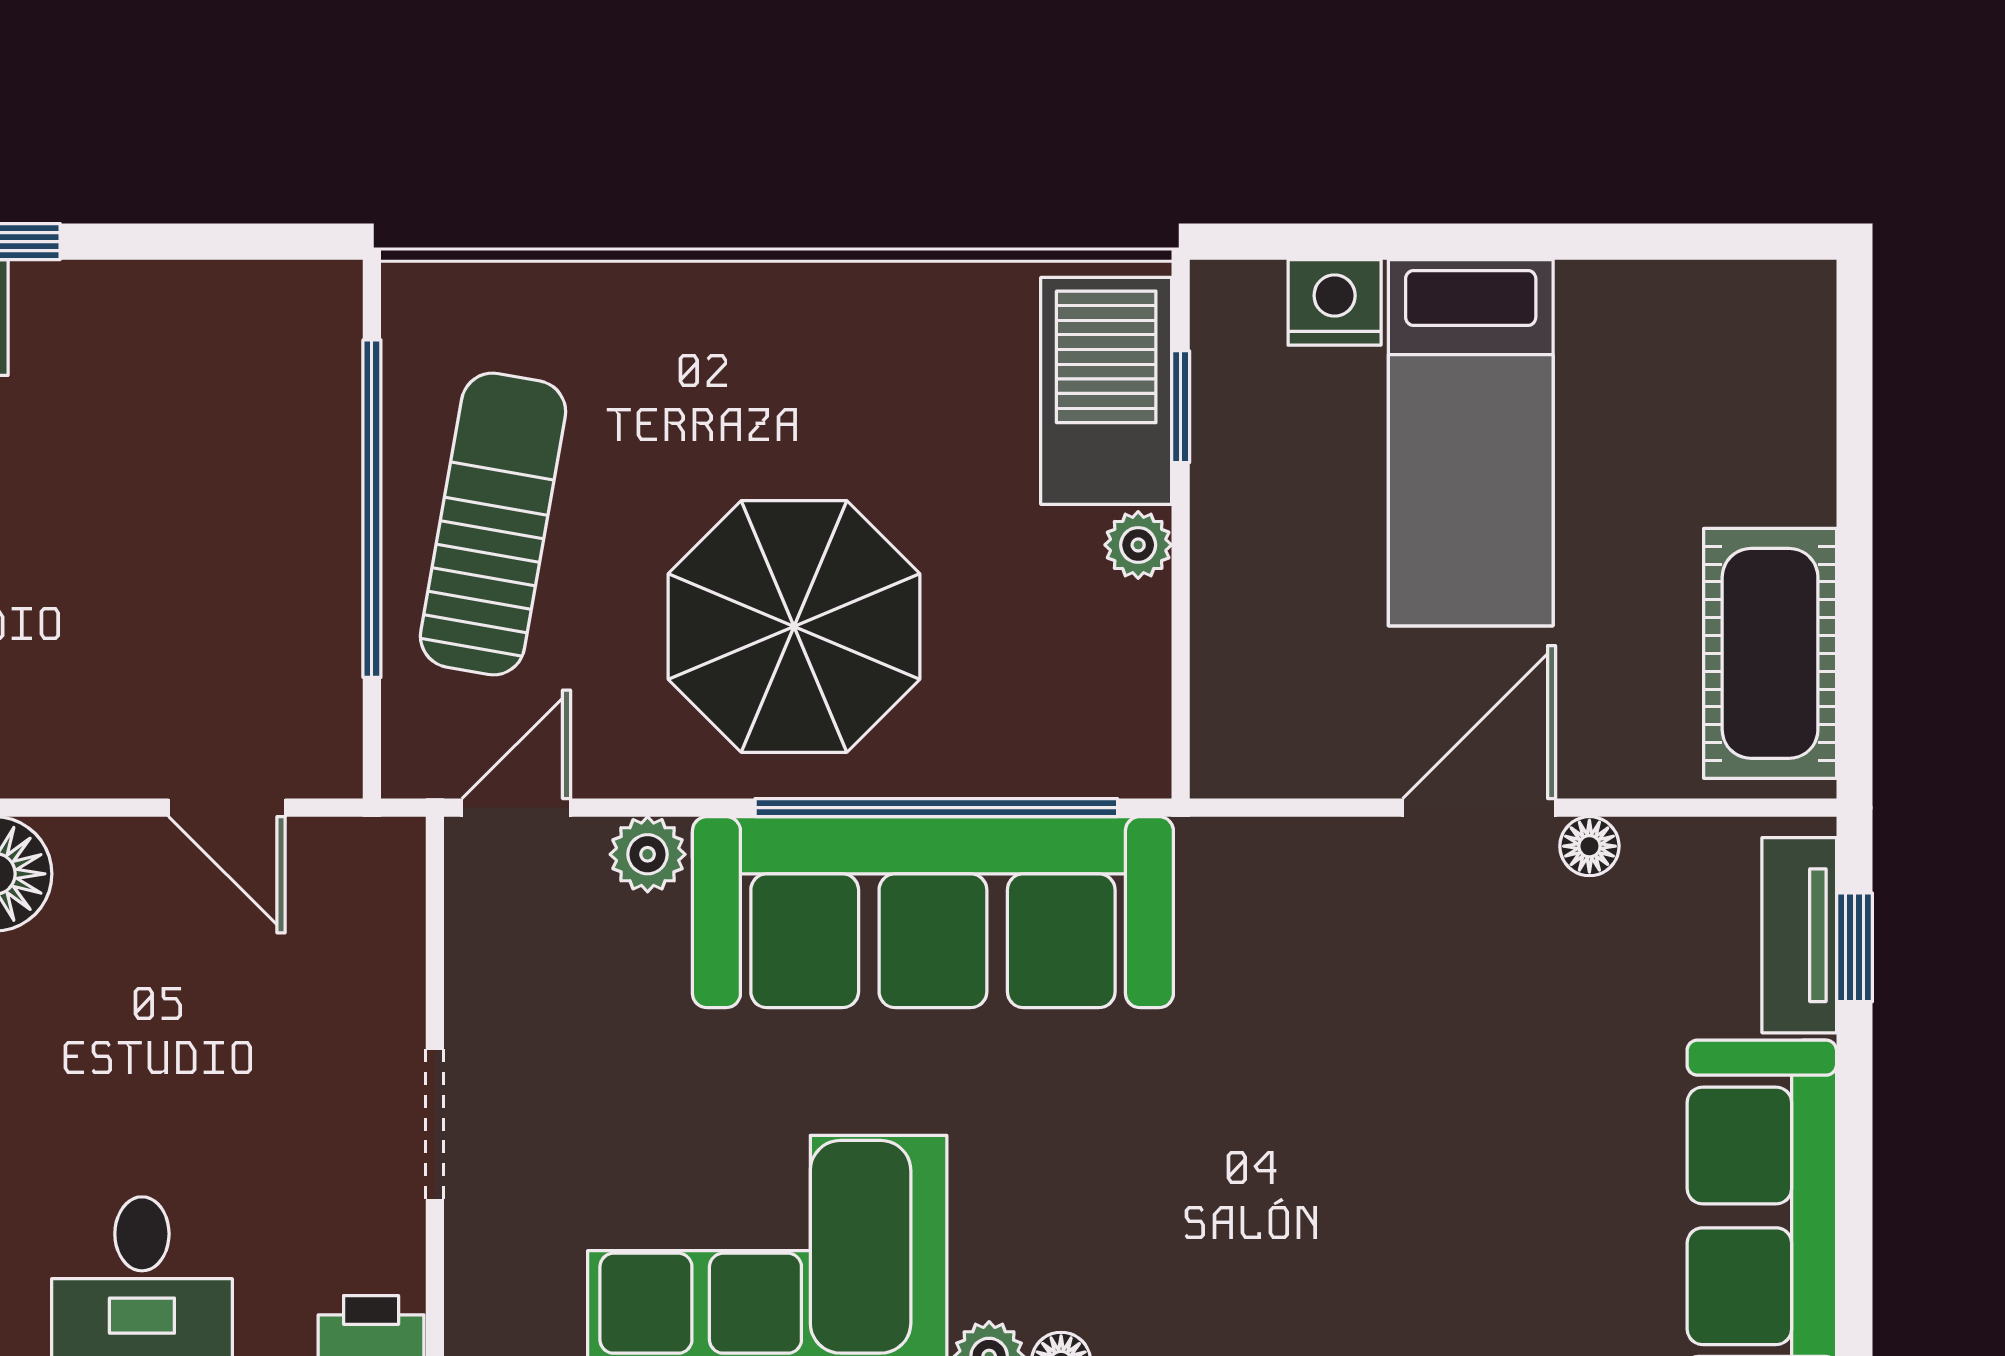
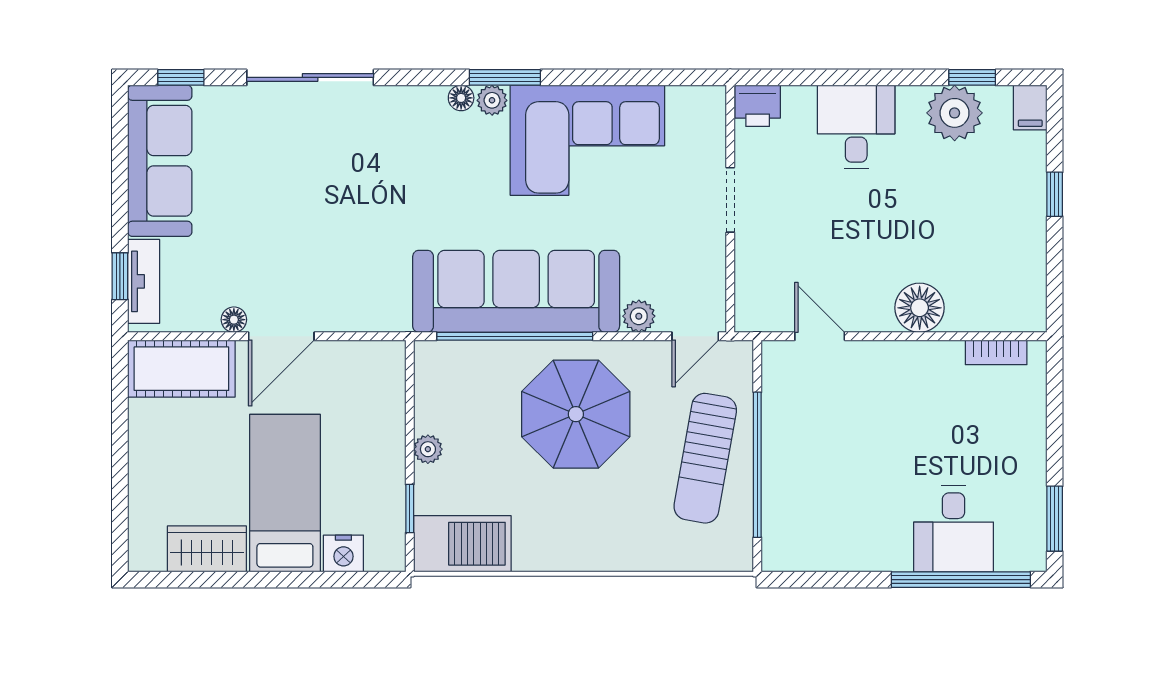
wardrobe: (1652, 313) -> (207, 549), added
barbecue: (1106, 391) -> (462, 544), moved, turned -90
cot: (1770, 653) -> (181, 369), moved, turned 90

